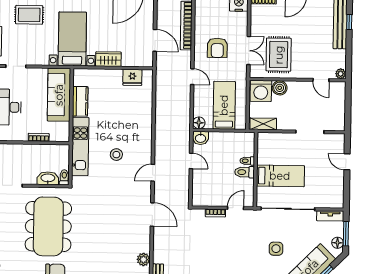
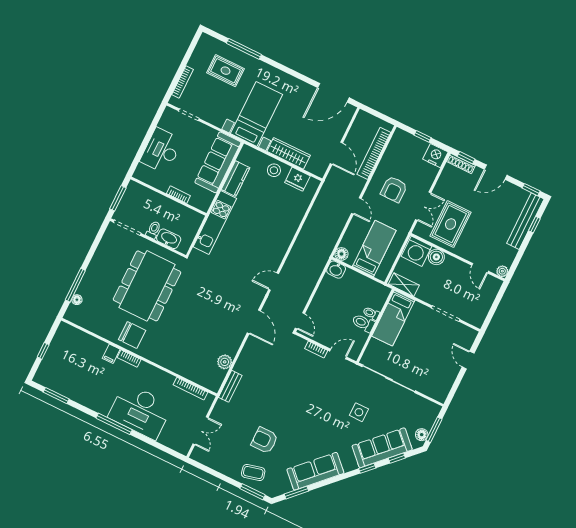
wardrobe: (108, 59) -> (289, 153), width x1.50
stool: (116, 155) -> (274, 170), moved
door: (191, 161) -> (300, 321), moved
bed: (280, 176) -> (393, 318), moved, turned 90
toilet: (64, 177) -> (153, 230), moved
tv unit: (330, 216) -> (427, 405), removed

